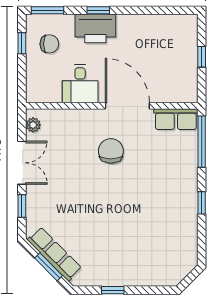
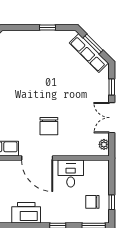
printer: (95, 28) -> (26, 213), moved

